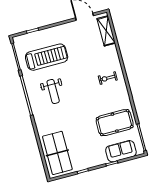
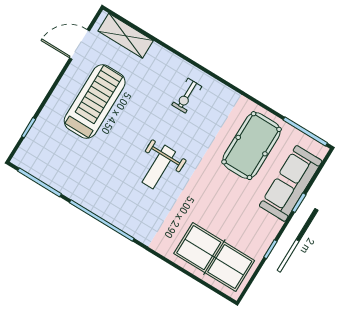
treadmill: (47, 57) -> (95, 101), moved
weight bench: (53, 91) -> (159, 167), moved, turned 90
sofa: (121, 151) -> (291, 183), width x1.36

